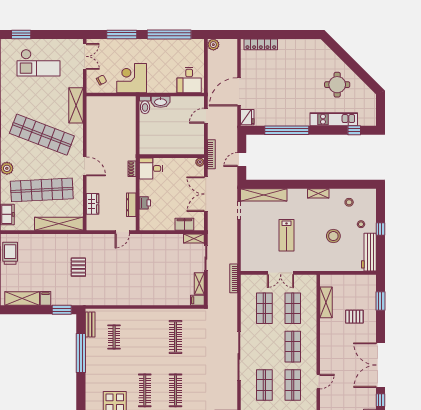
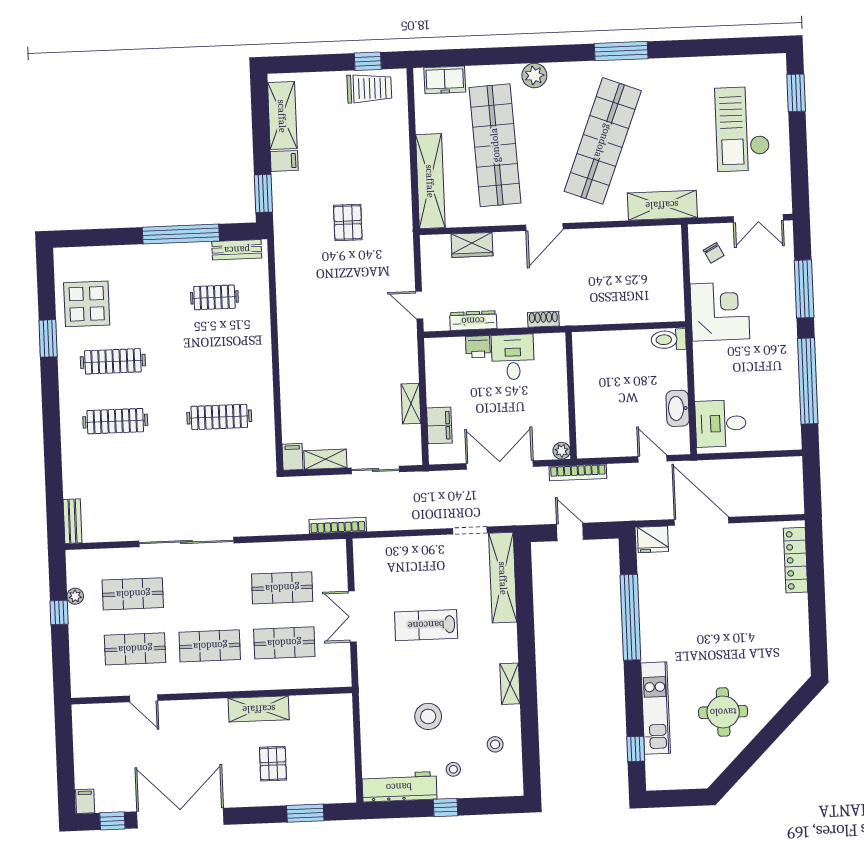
plant: (213, 45) -> (791, 468), removed
washbasin: (161, 102) -> (678, 408), moved
desk: (151, 168) -> (513, 357), moved
shelving: (194, 238) -> (411, 404), moved
pallet: (78, 267) -> (348, 223), turned 90
shelving: (326, 302) -> (259, 709), moved

